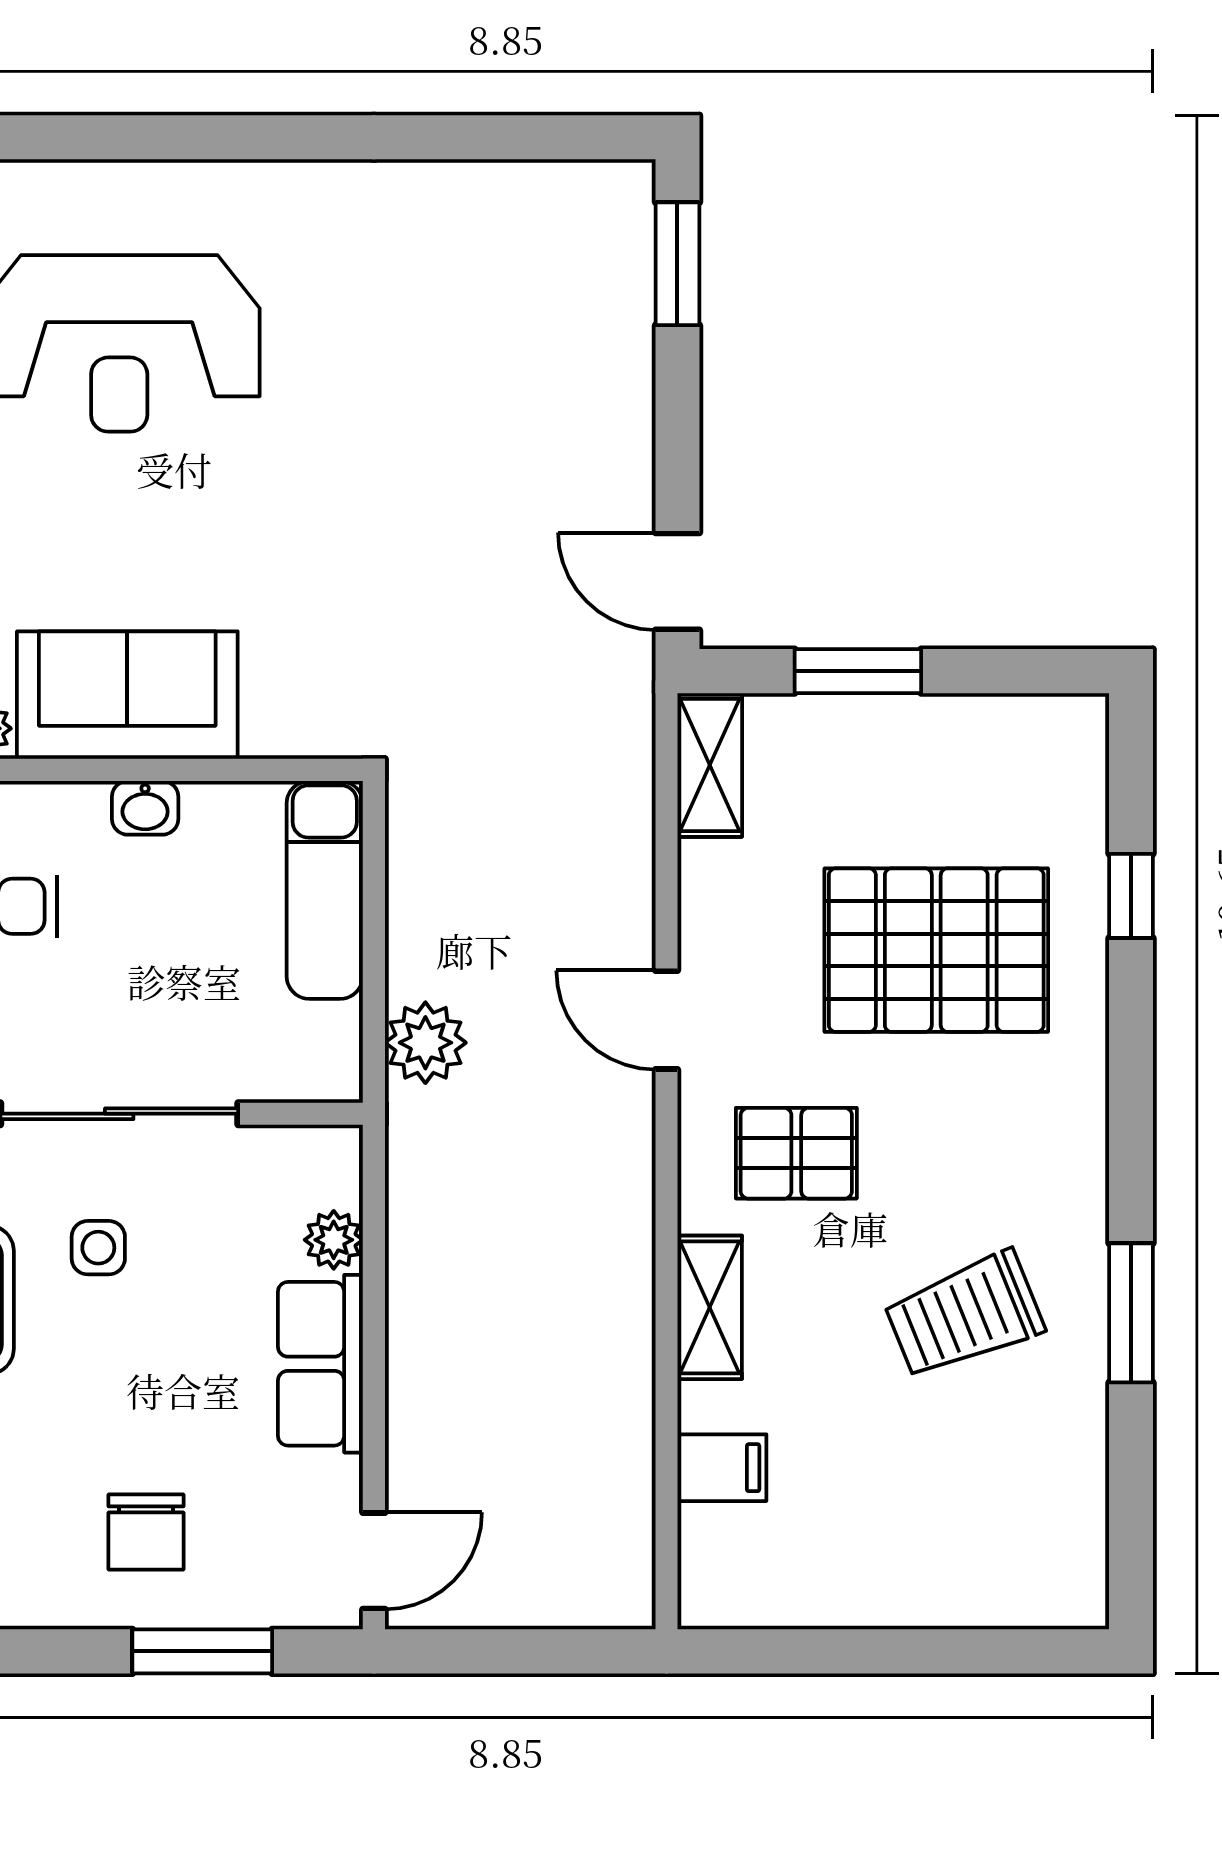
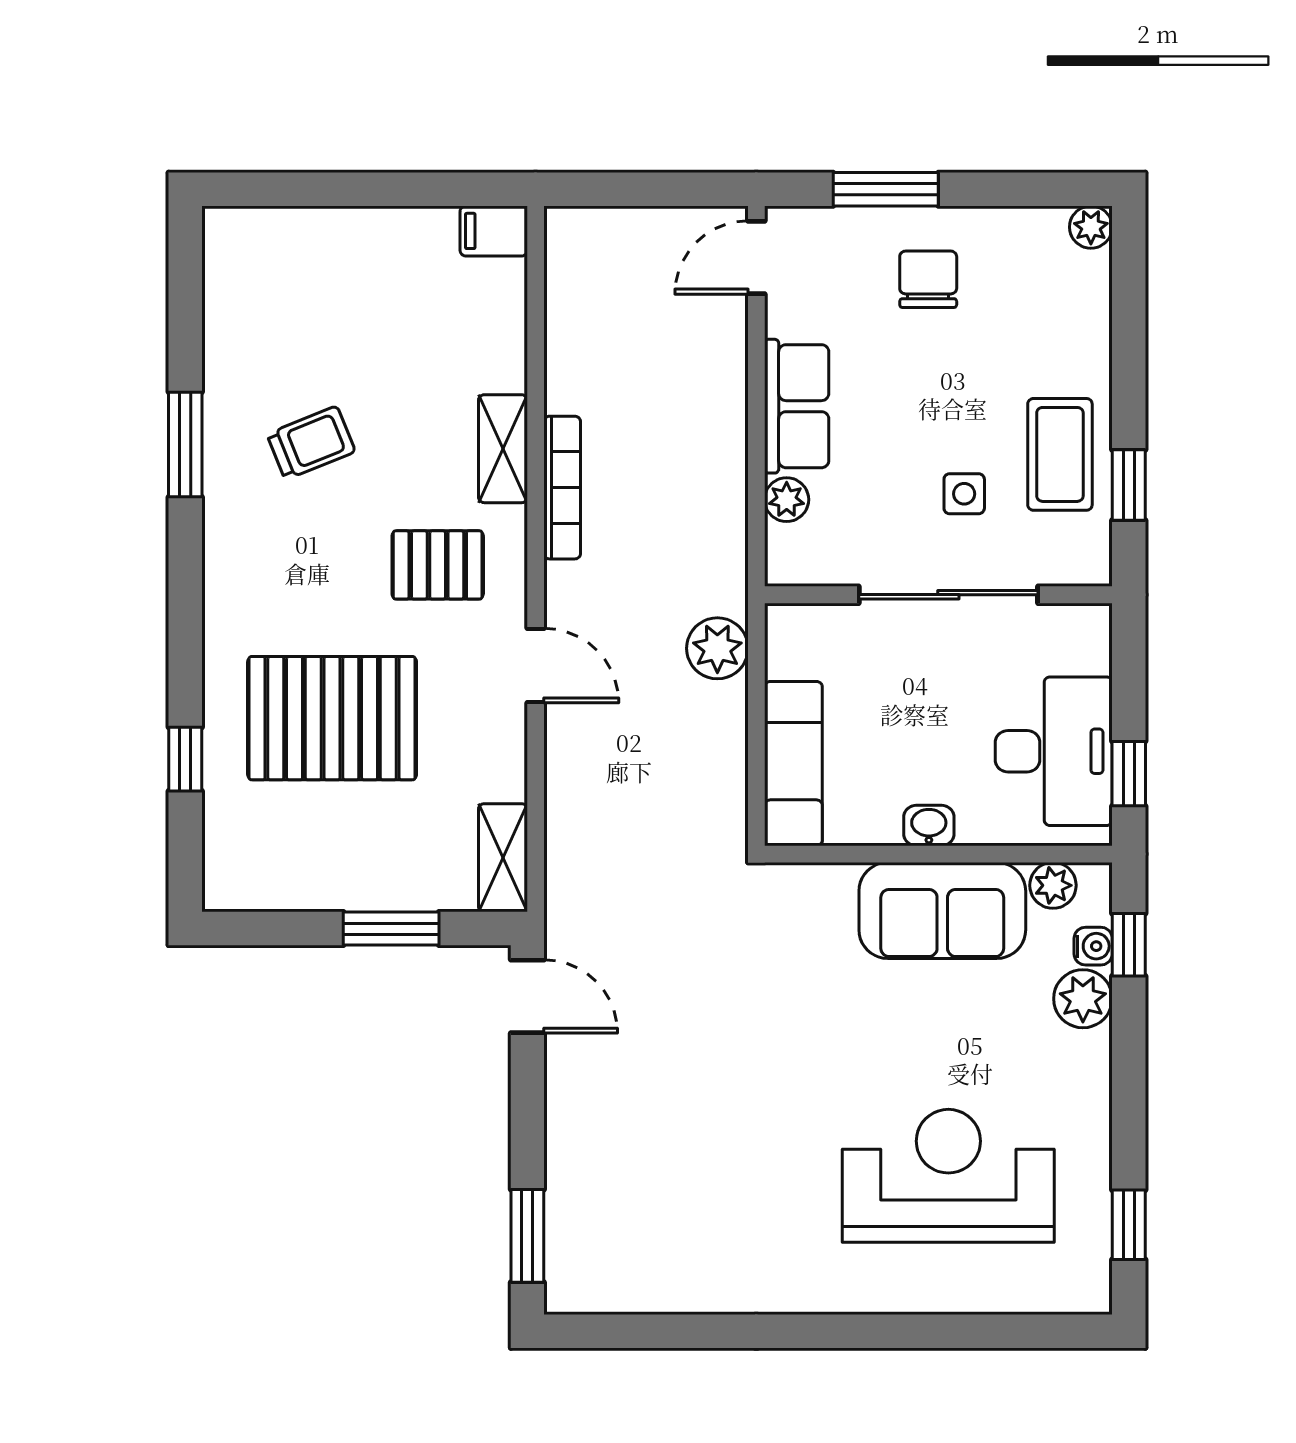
bookcase: (631, 1256) -> (562, 488), added
trolley: (964, 1315) -> (311, 443), width x0.73, depth x0.72
filing cabinet: (722, 1468) -> (494, 231), moved

